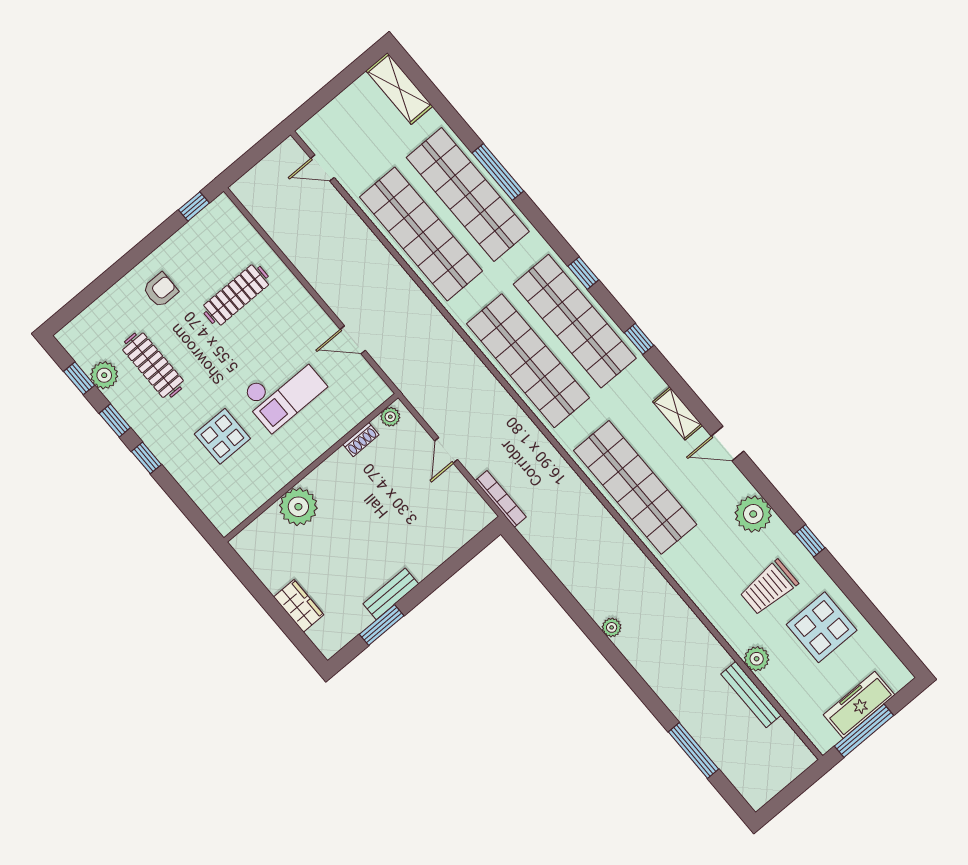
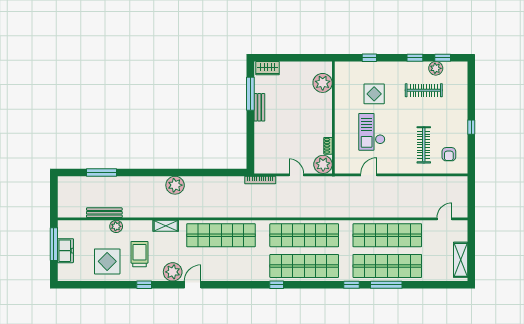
shelving: (399, 89) -> (461, 260), moved, turned 90
window: (194, 206) -> (471, 127), moved
window: (583, 273) -> (351, 285), moved
armchair: (160, 290) -> (449, 154), moved
shelving: (678, 413) -> (166, 226), moved
plant: (390, 417) -> (323, 164), width x1.88, depth x1.88
door: (728, 444) -> (193, 285), moved
window: (146, 458) -> (369, 58), moved
plant: (298, 507) -> (323, 83), moved
wardrobe: (299, 606) -> (268, 68), moved
window: (382, 625) -> (250, 94), width x1.44
plant: (612, 627) -> (175, 185), width x1.87, depth x1.87
freezer: (859, 705) -> (65, 251), width x0.71

